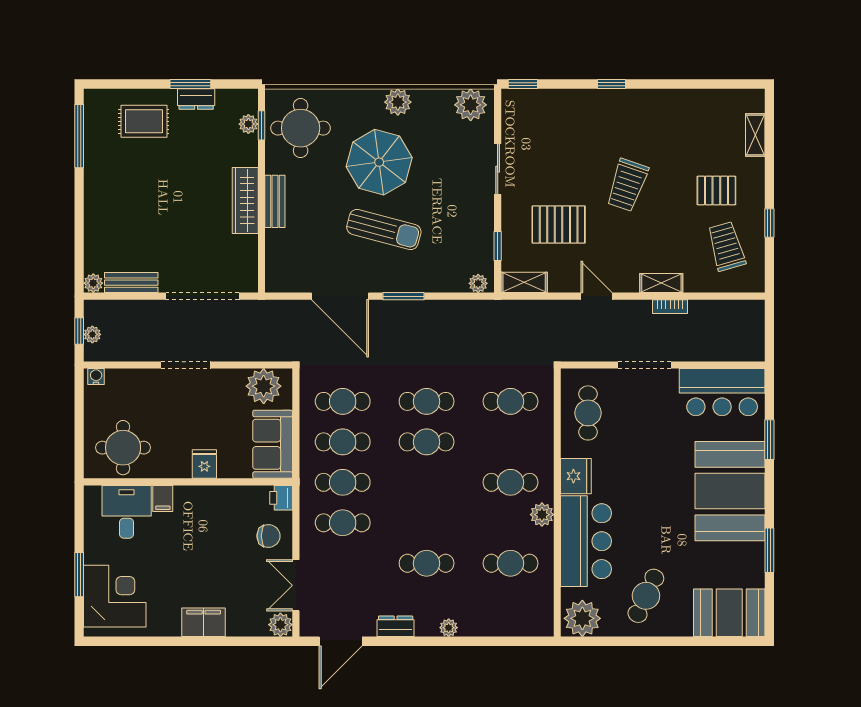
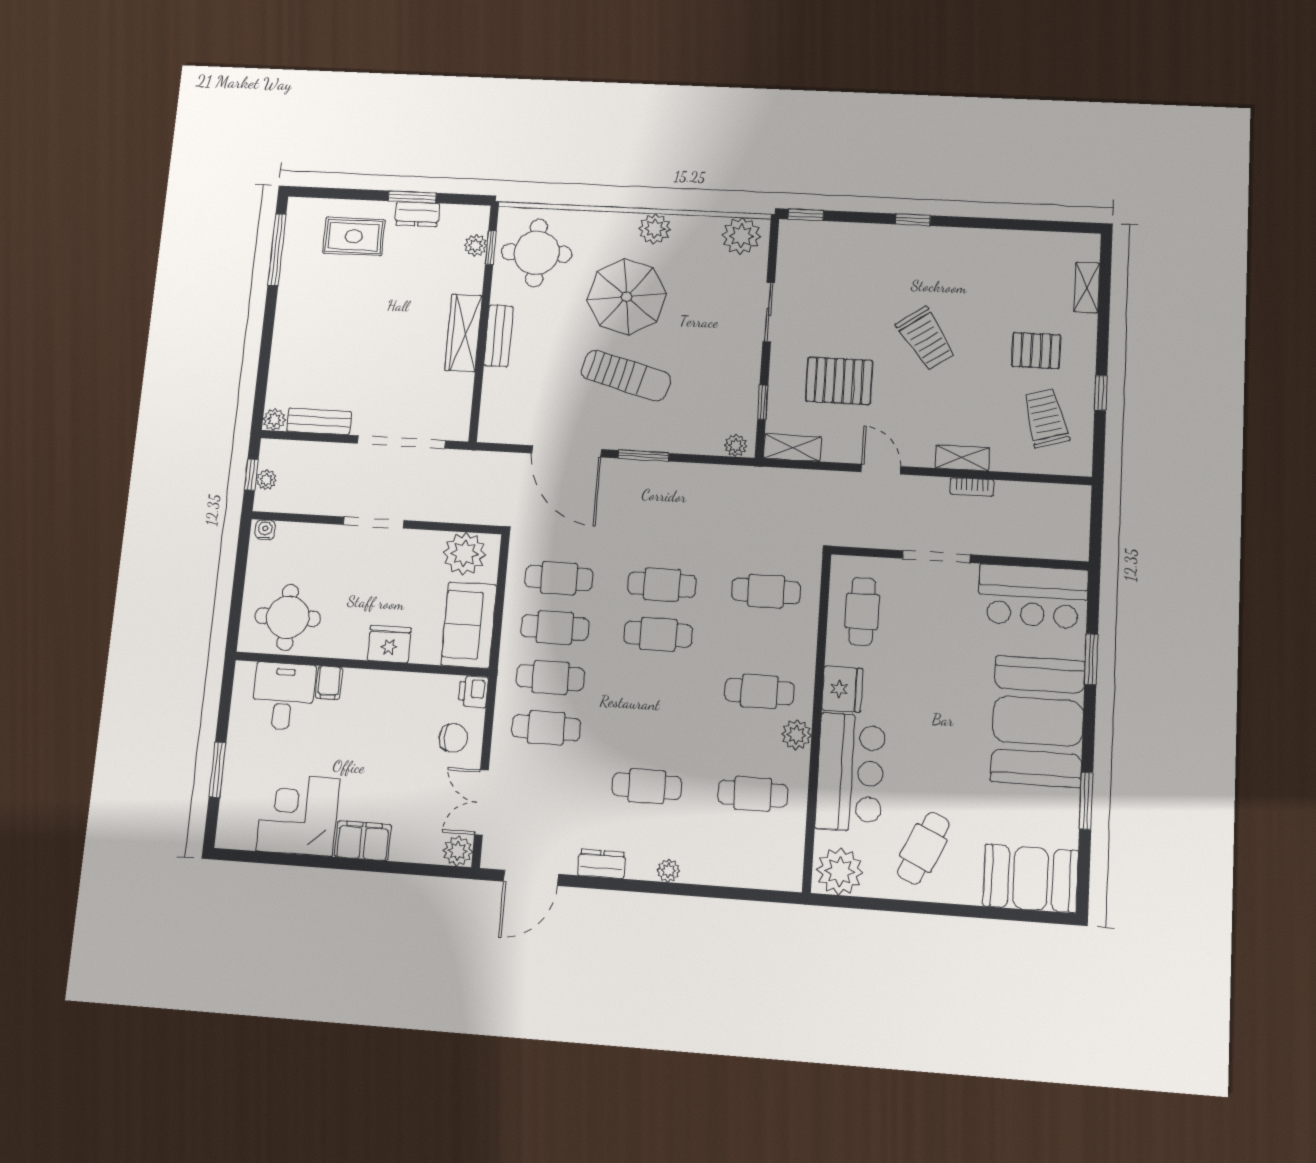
trolley: (627, 185) -> (926, 339), turned -54
fridge: (204, 464) -> (389, 644), width x1.38
corner desk: (115, 596) -> (298, 815), moved, turned -90

